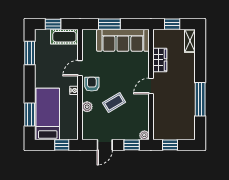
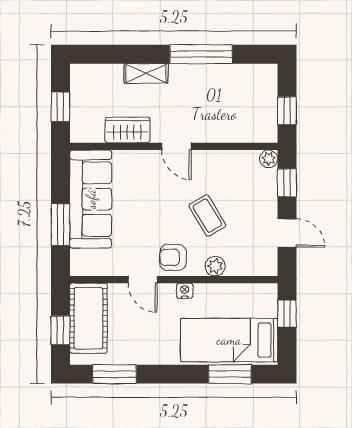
cot: (64, 37) -> (88, 318), width x1.37, depth x1.34
shelving: (190, 41) -> (146, 73), moved

